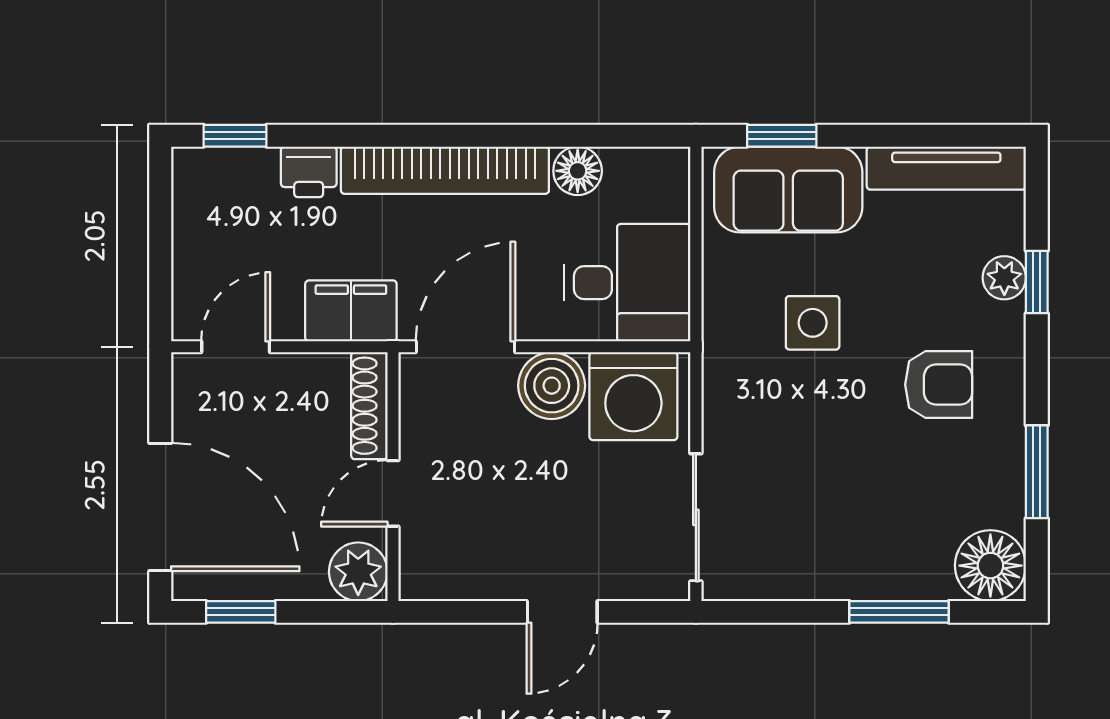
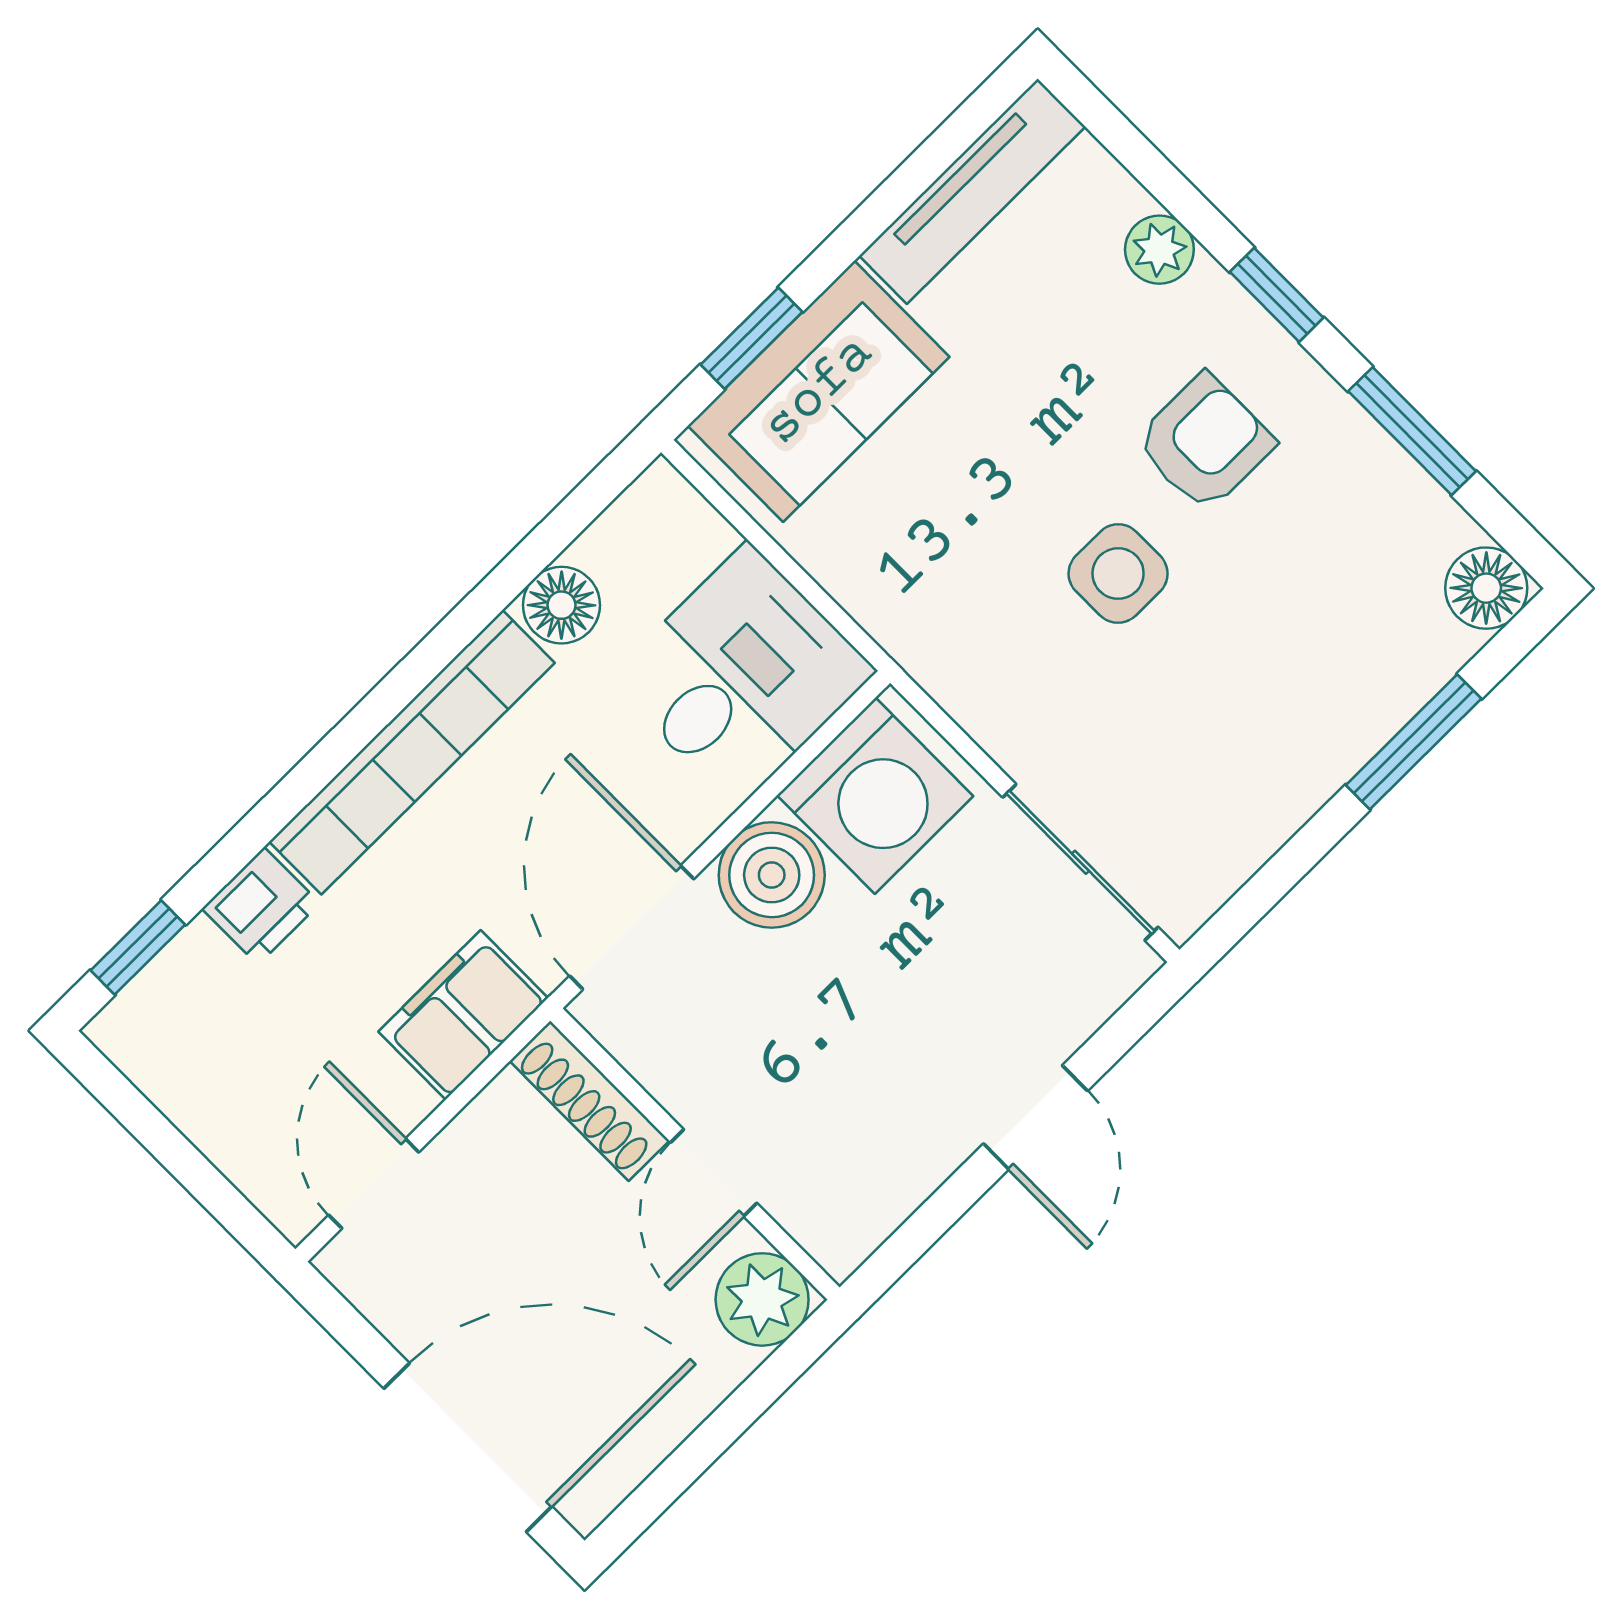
window: (1037, 282) -> (1277, 295), moved
side table: (813, 323) -> (1118, 574), moved
floor lamp: (990, 566) -> (1486, 588), width x0.73, depth x0.73
window: (241, 612) -> (675, 1475), removed

